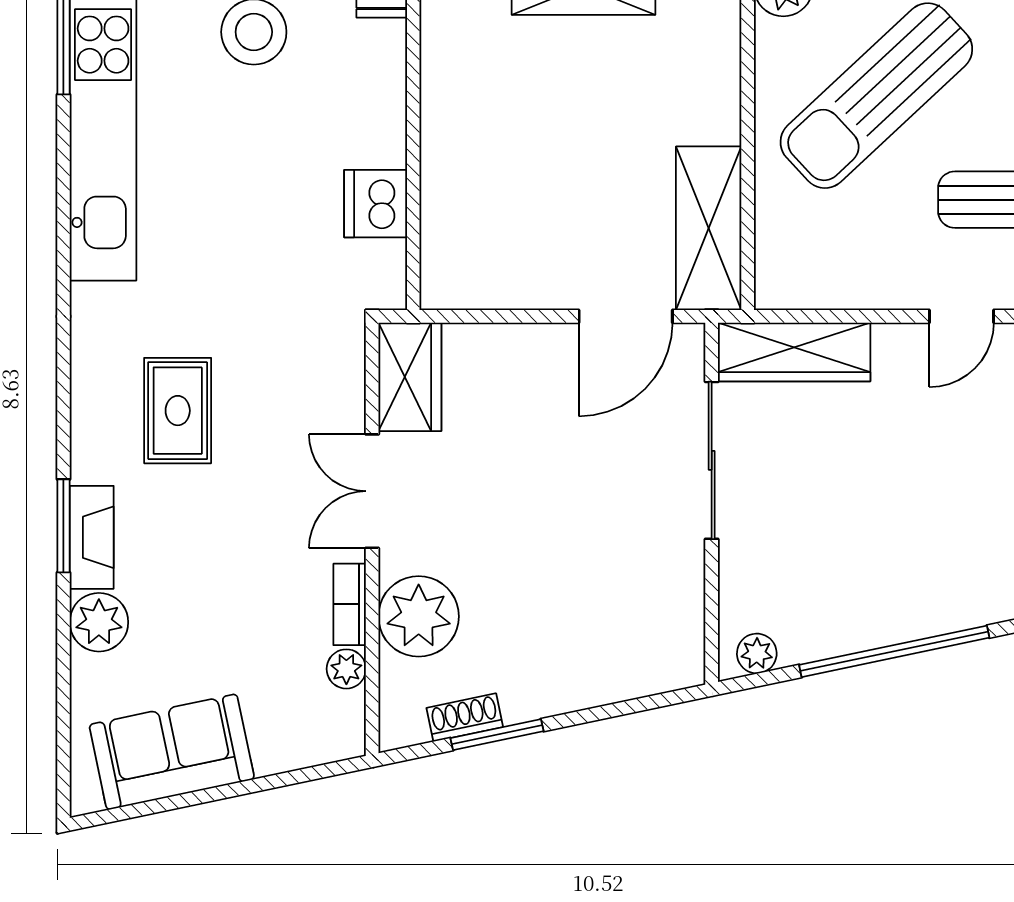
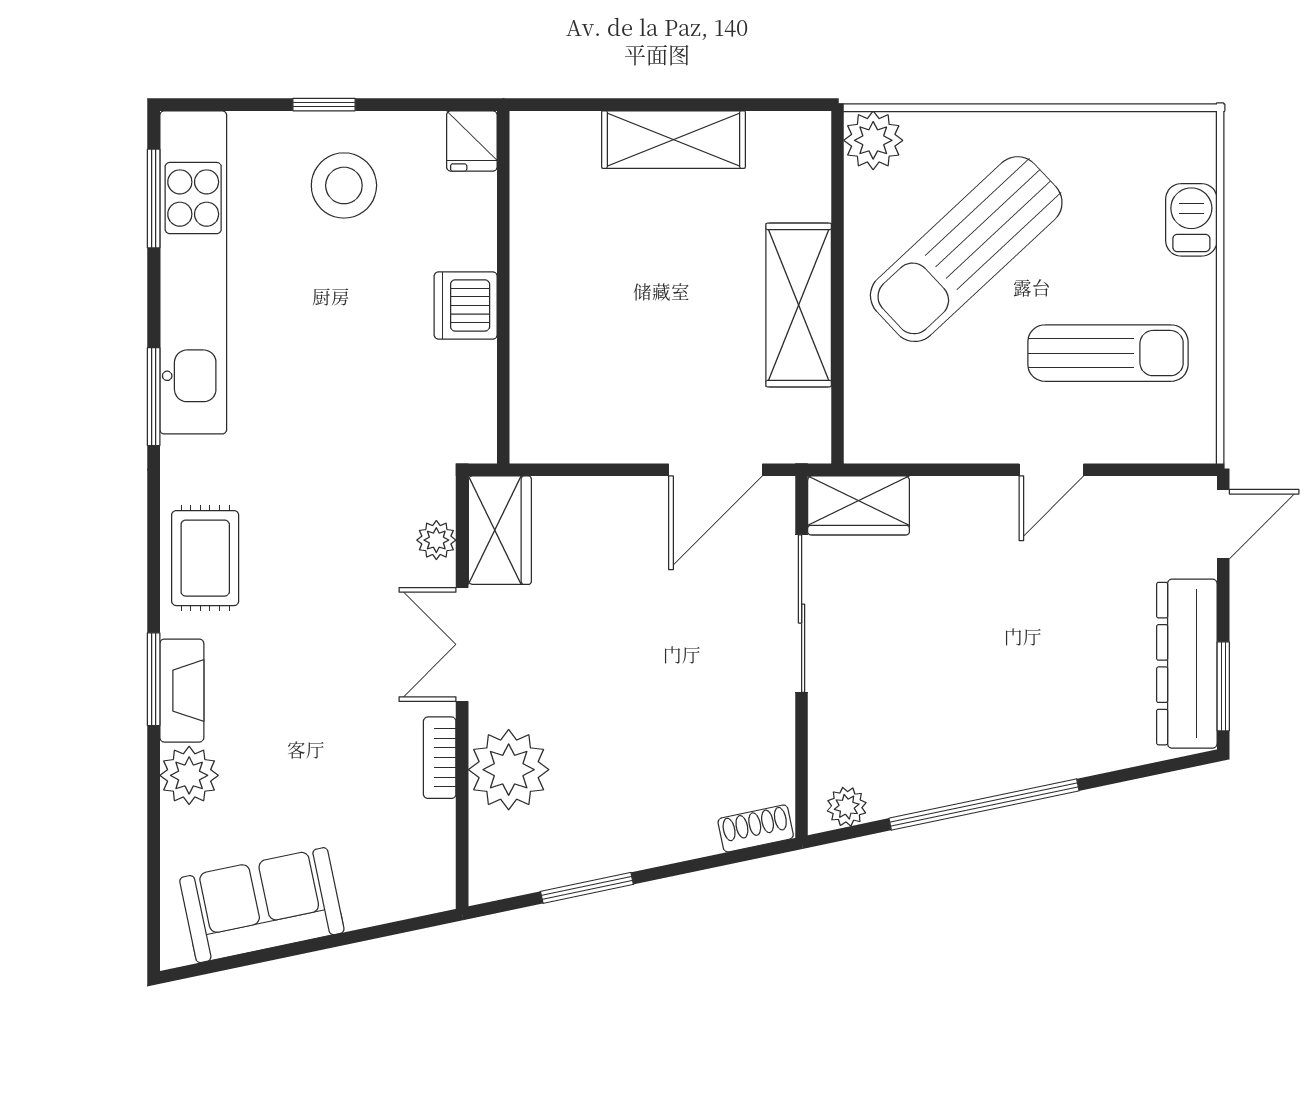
dishwasher: (376, 204) -> (466, 305), moved
shelving: (709, 228) -> (799, 305), moved
window: (63, 243) -> (154, 397), added
wardrobe: (794, 352) -> (859, 505), width x0.67
rug: (178, 411) -> (205, 558), moved
plant: (346, 669) -> (436, 540), moved
shoe rack: (465, 717) -> (756, 828), moved

